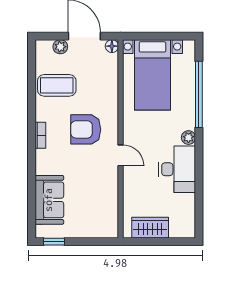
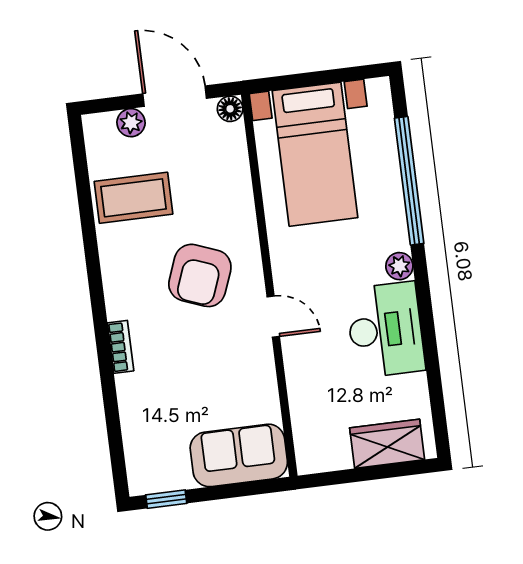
armchair: (86, 129) -> (200, 275), turned -69
bookcase: (40, 135) -> (121, 347), moved
sofa: (49, 200) -> (239, 455), moved, turned -90
wardrobe: (150, 228) -> (387, 444), moved

